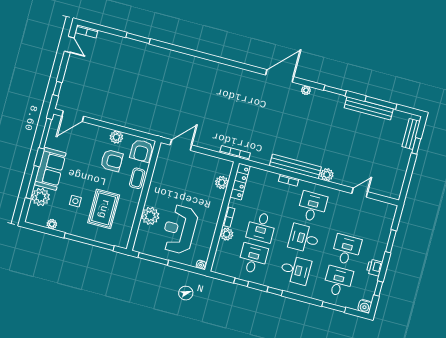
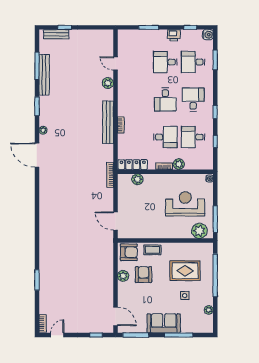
plant: (327, 175) -> (108, 83), moved
plant: (41, 197) -> (189, 325), removed
desk: (312, 207) -> (138, 100), removed
plant: (150, 216) -> (199, 231), moved
reception desk: (179, 229) -> (185, 204), turned 180

